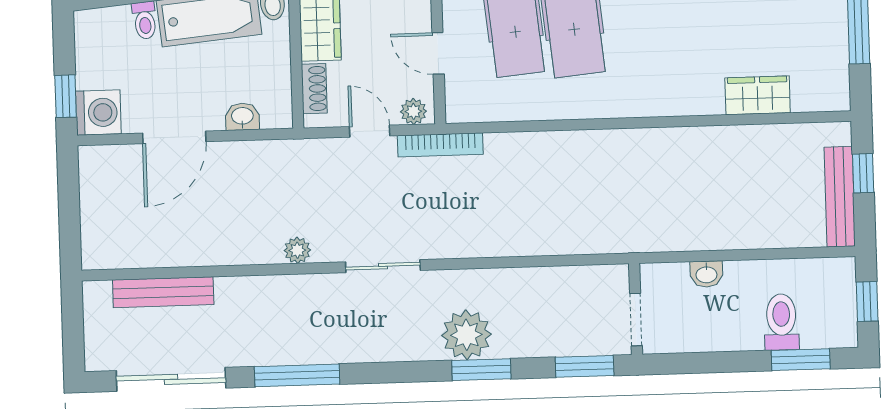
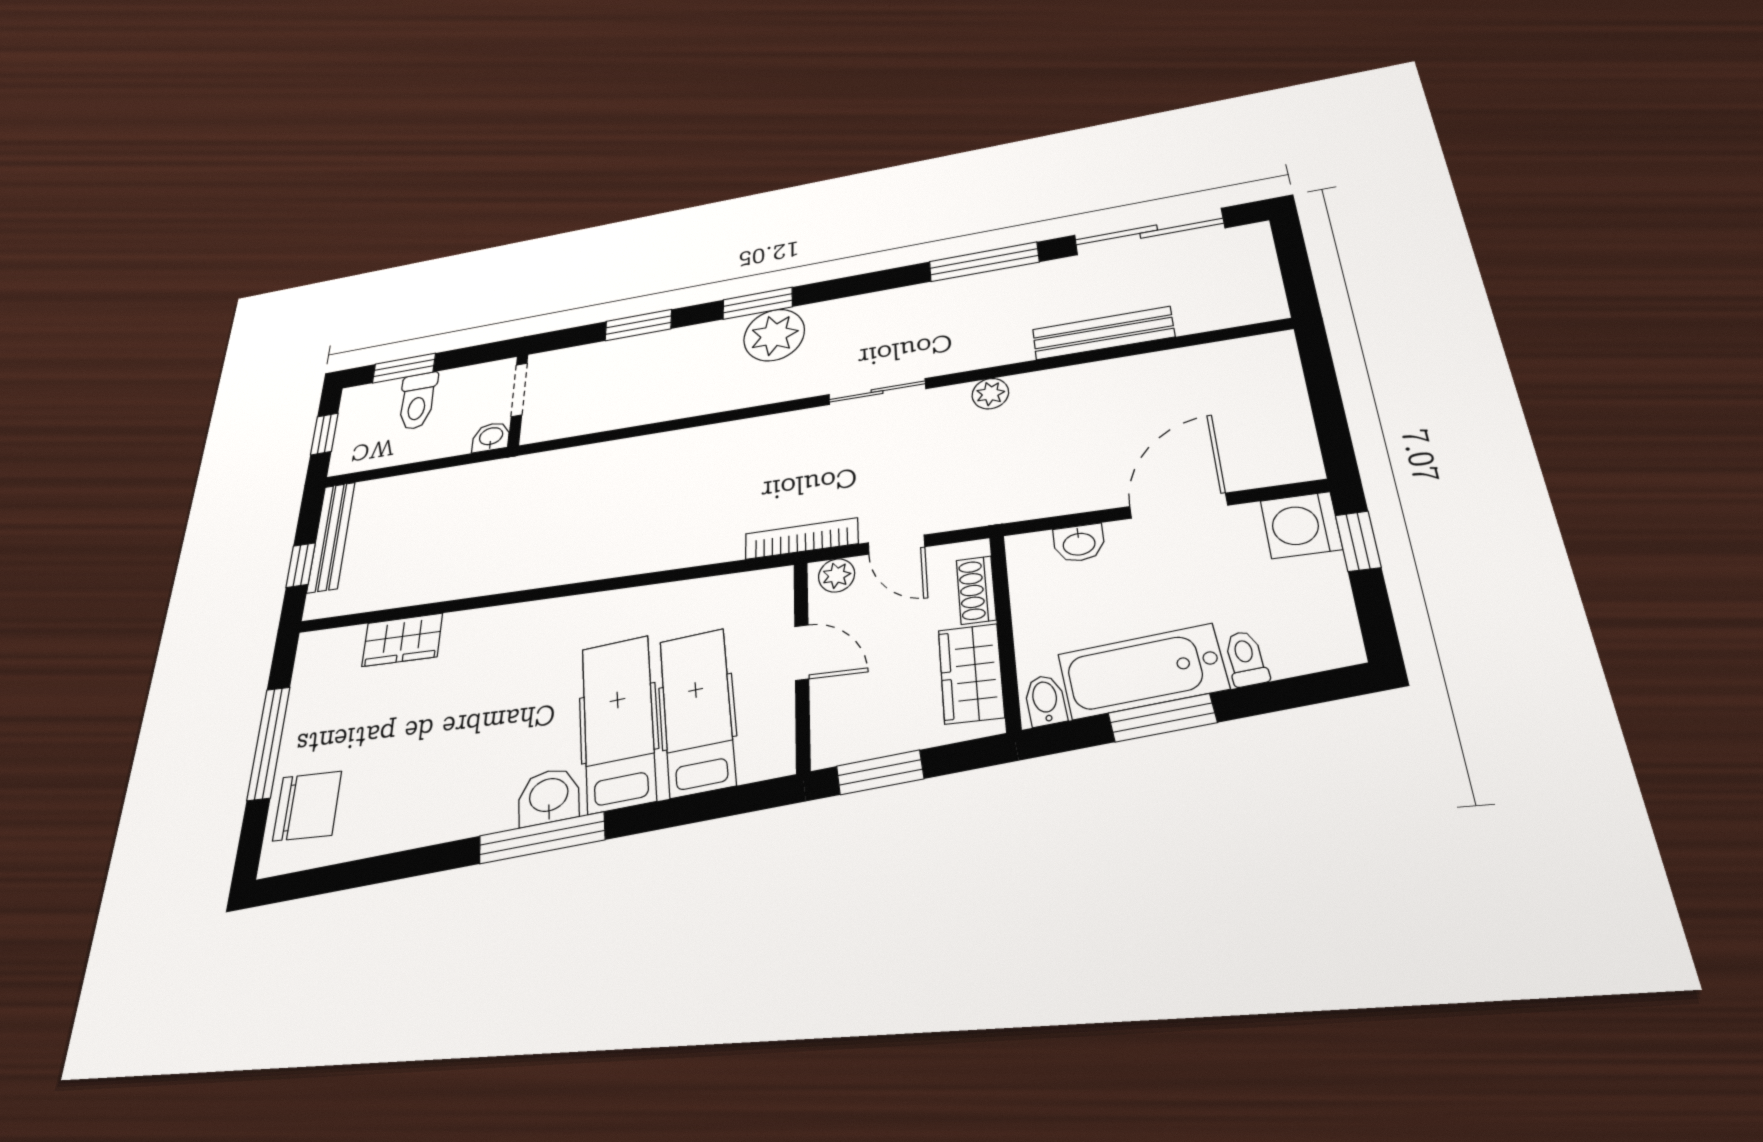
bench: (163, 292) -> (1103, 333), moved
wall: (636, 309) -> (518, 400), moved
doorway: (636, 320) -> (519, 390), moved

